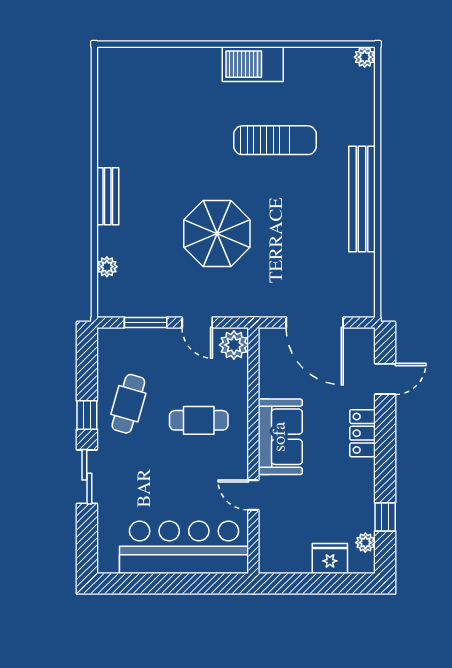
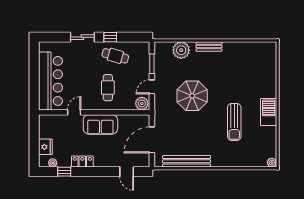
bench: (362, 199) -> (187, 161), moved
plant: (107, 267) -> (181, 50), width x1.88, depth x1.88
locker: (363, 433) -> (82, 162), moved

